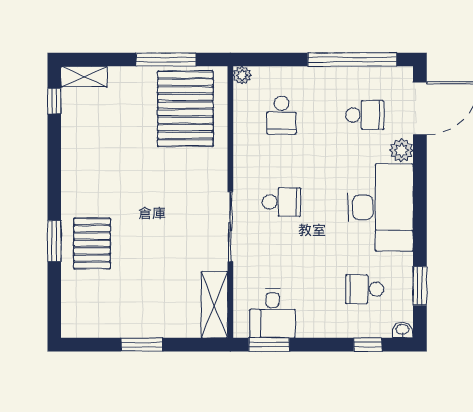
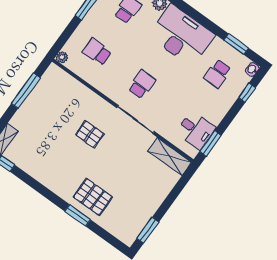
pallet: (185, 109) -> (90, 134), moved, width x0.49, depth x0.50
school desk: (281, 115) -> (97, 52), turned 180
window: (142, 345) -> (148, 230), moved

